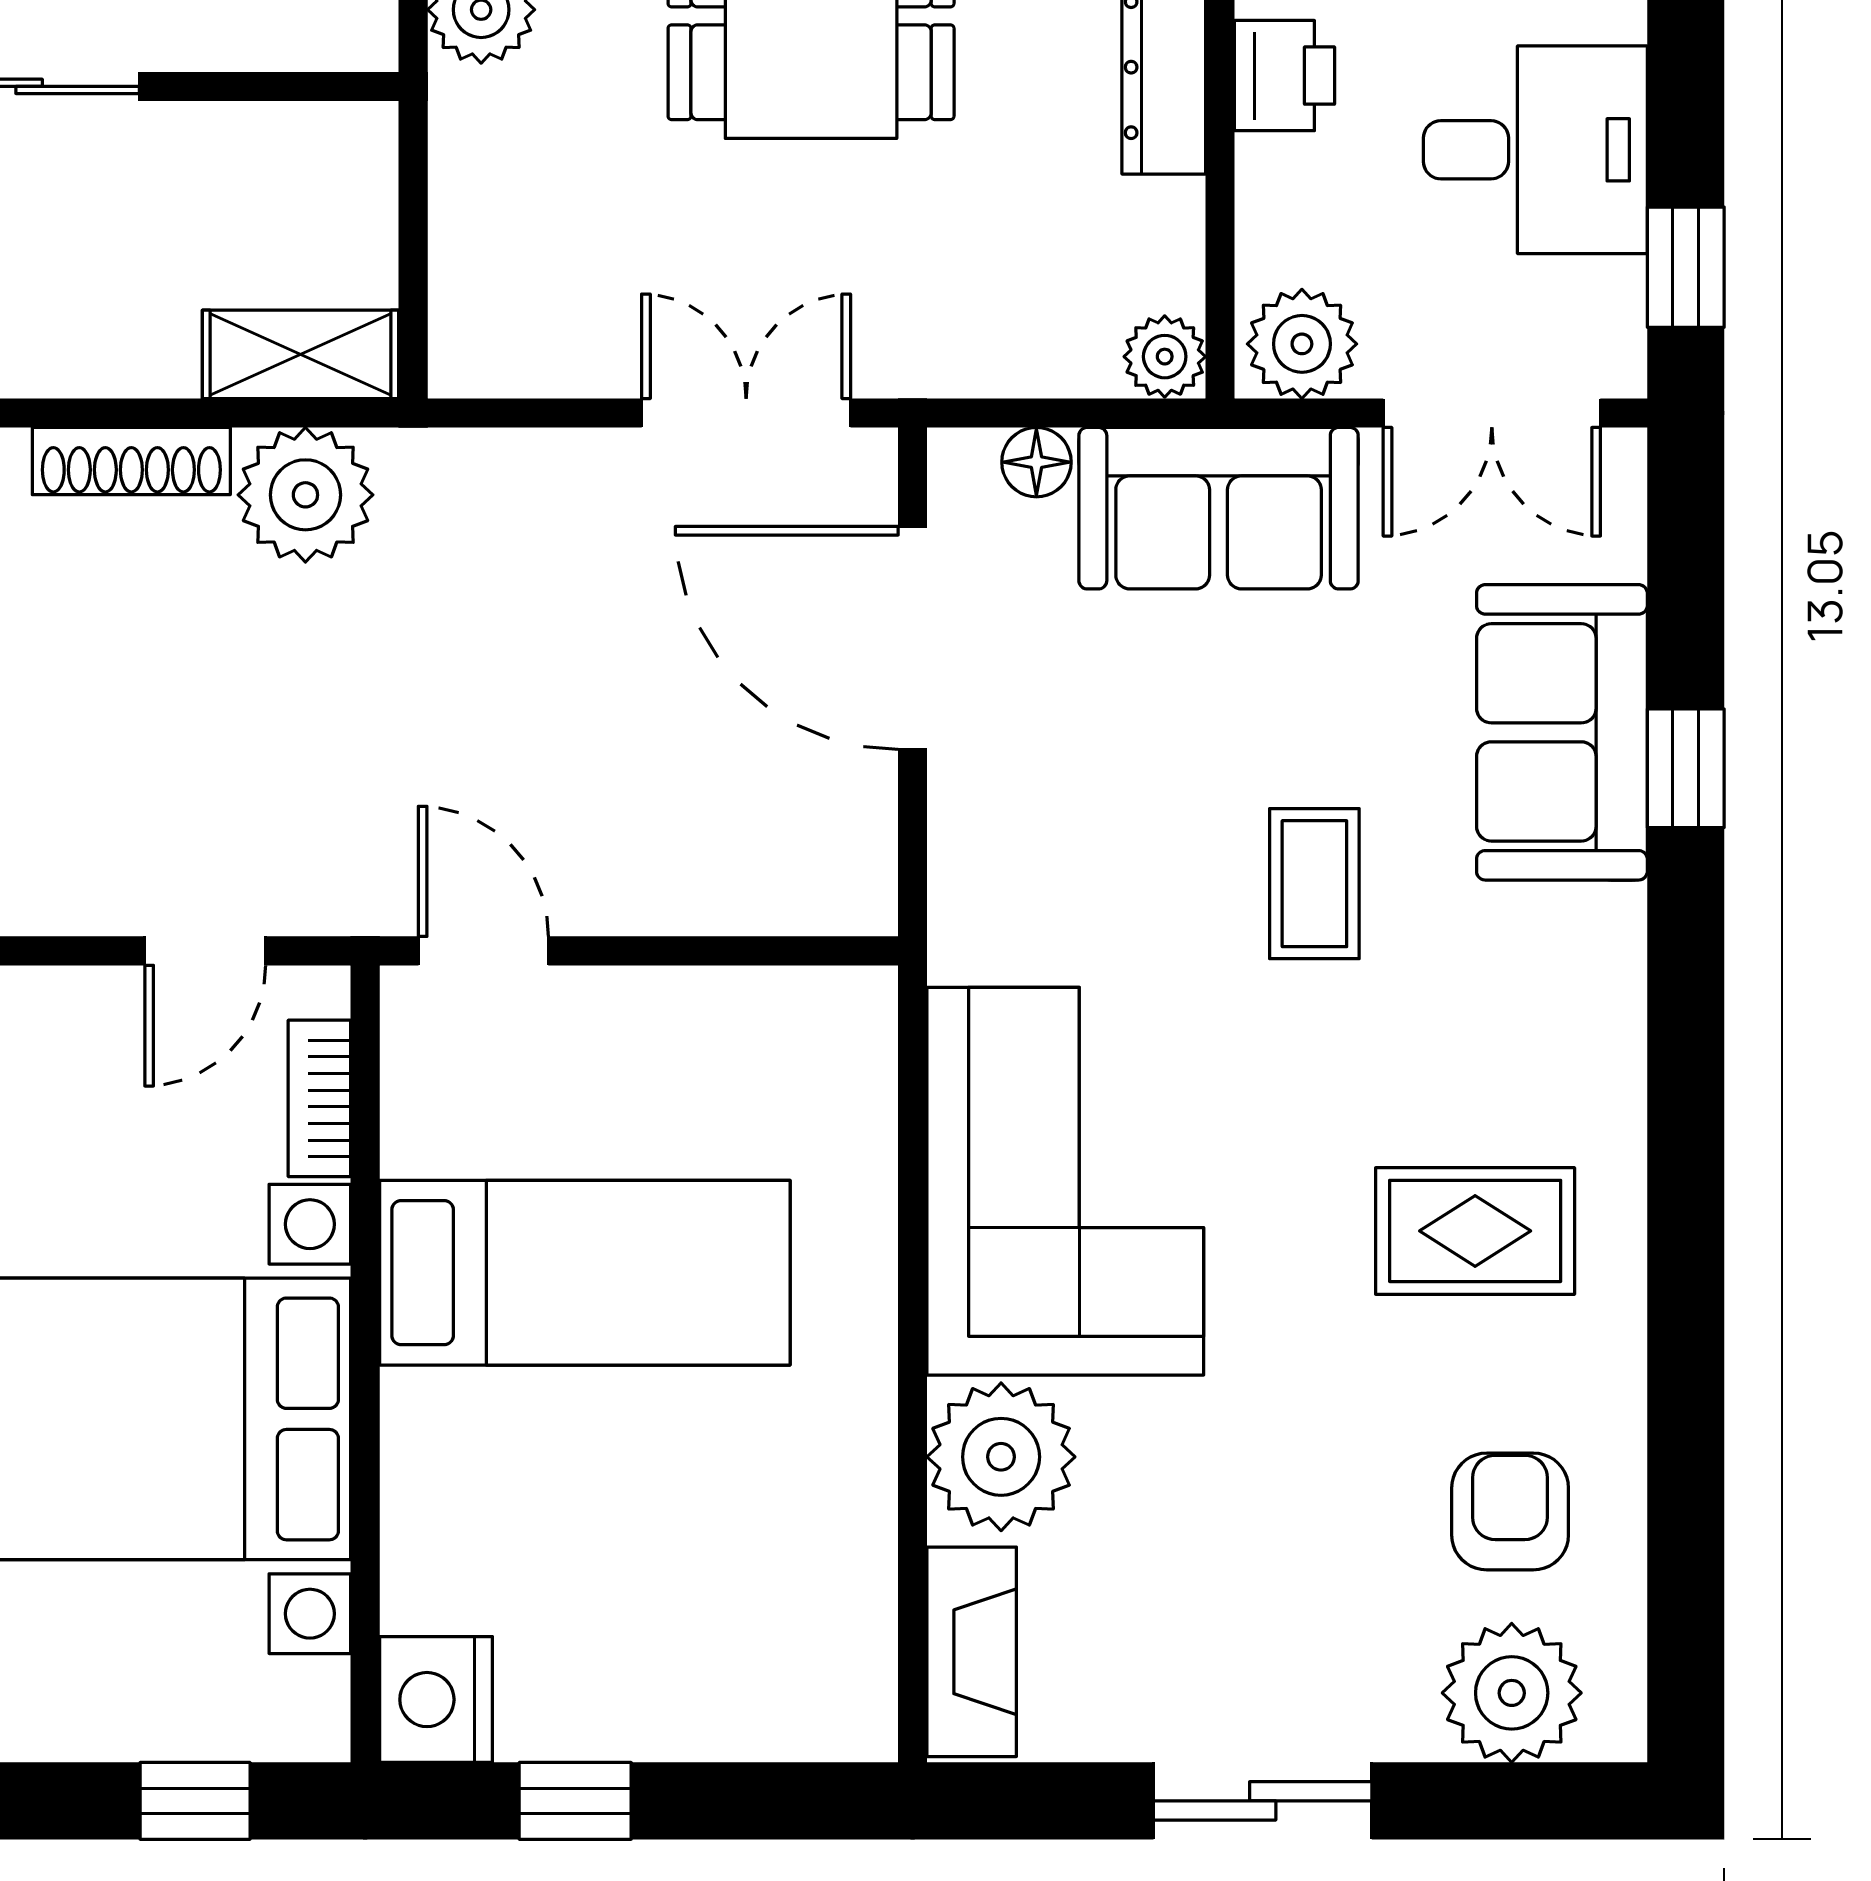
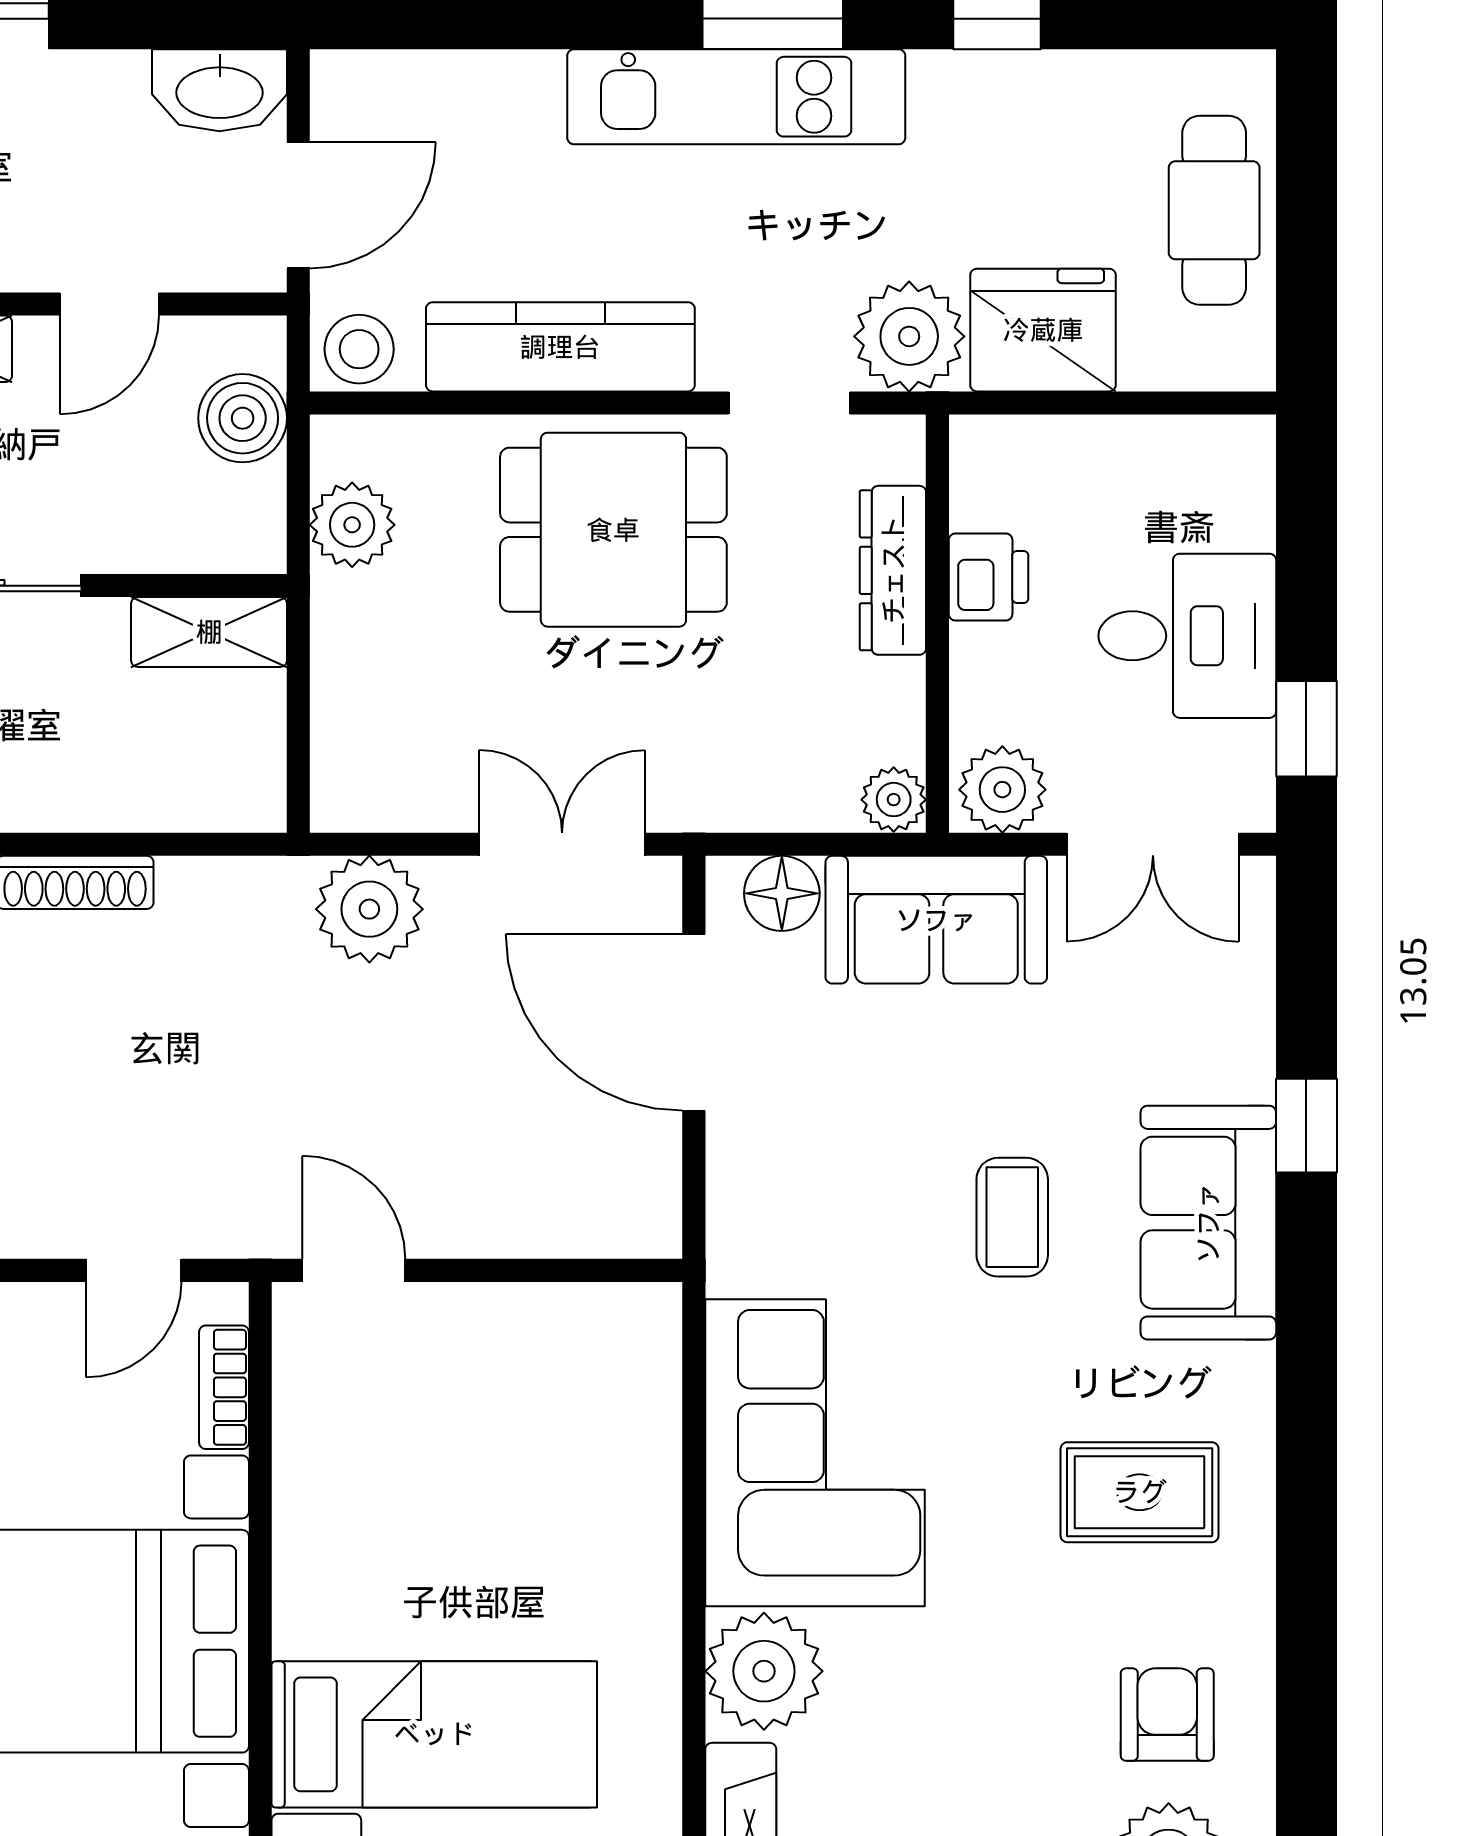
shelving: (300, 354) -> (209, 632), moved
floor lamp: (1036, 462) -> (782, 893), width x1.37, depth x1.37
plant: (305, 495) -> (369, 909), moved
sofa: (1562, 732) -> (1208, 1223), moved
bed: (585, 1273) -> (434, 1734), moved

